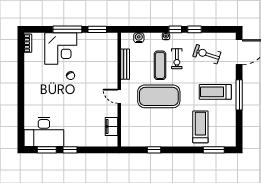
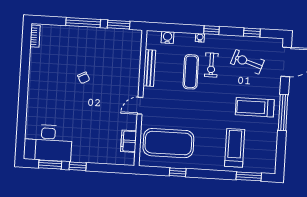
window: (195, 29) -> (252, 33), moved
corner desk: (61, 48) -> (74, 45), removed
door: (119, 96) -> (140, 106), hinge flipped
exercise mat: (159, 96) -> (168, 143), moved

